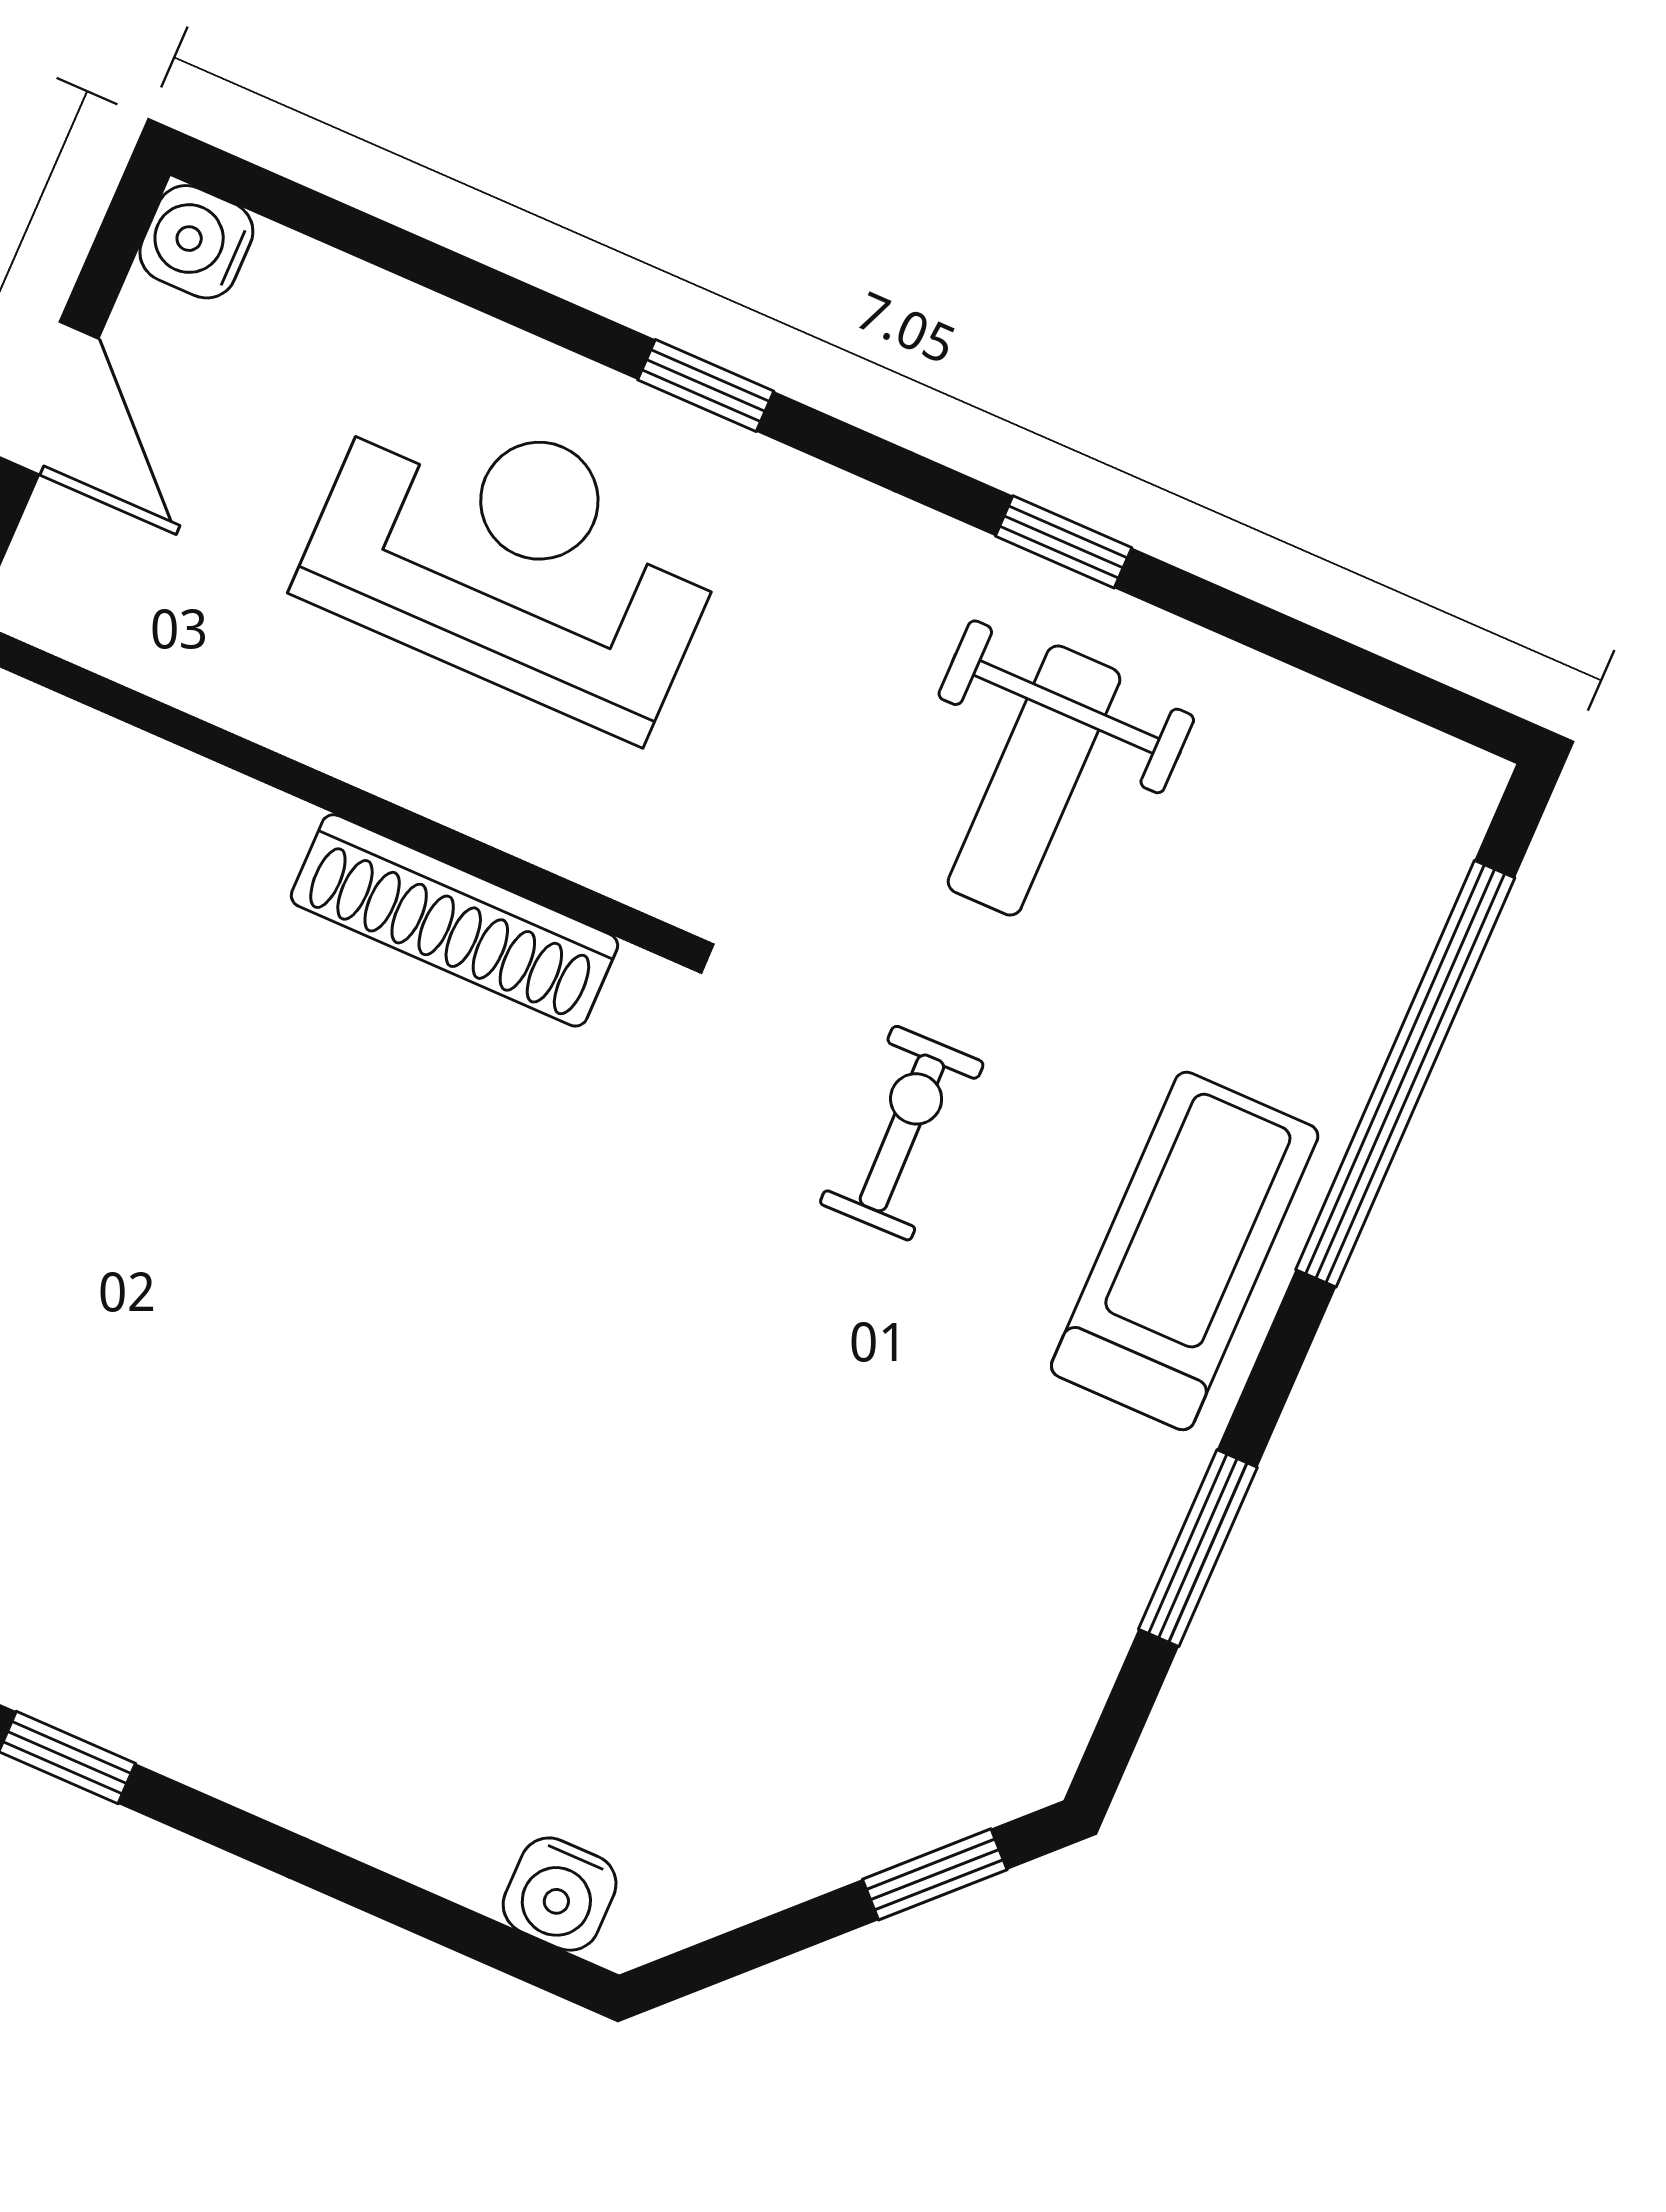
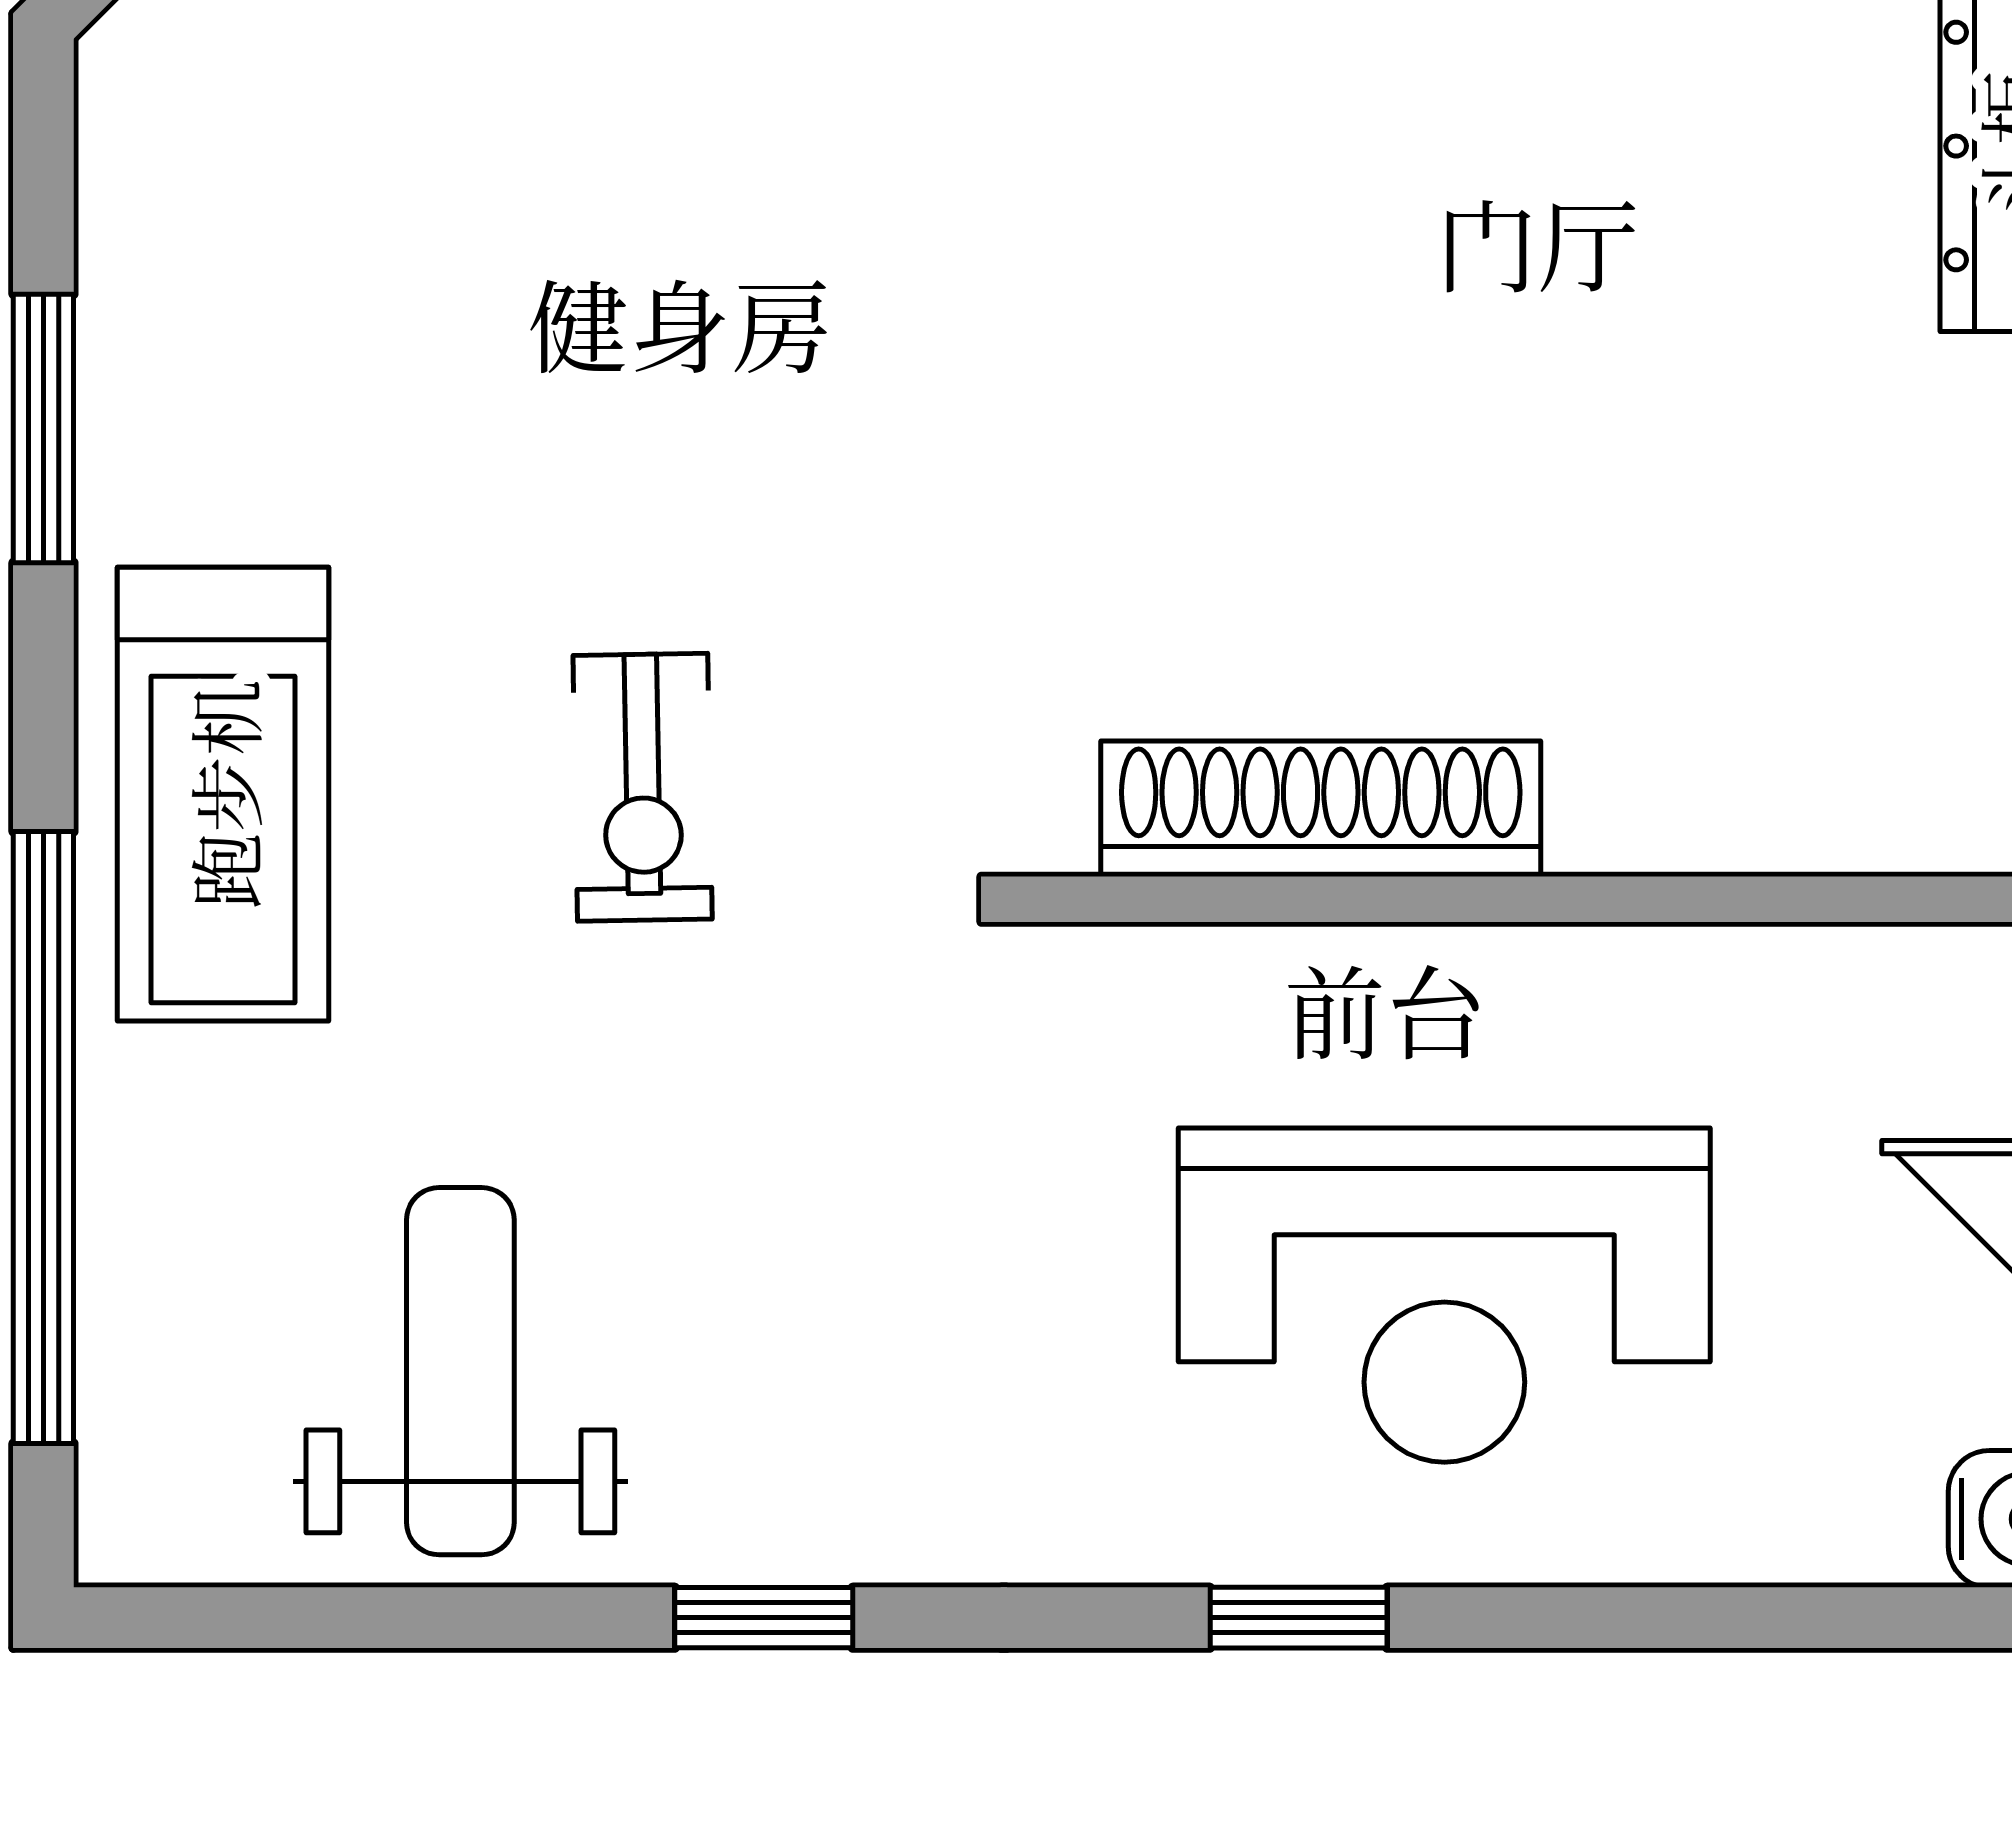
weight bench: (1034, 781) -> (460, 1371), moved

